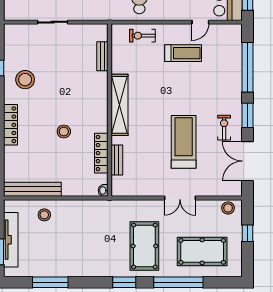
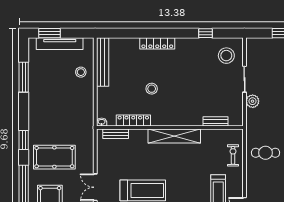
plant: (79, 13) -> (253, 101), added
stool: (25, 80) -> (226, 56), moved
bench: (117, 160) -> (116, 134), moved

